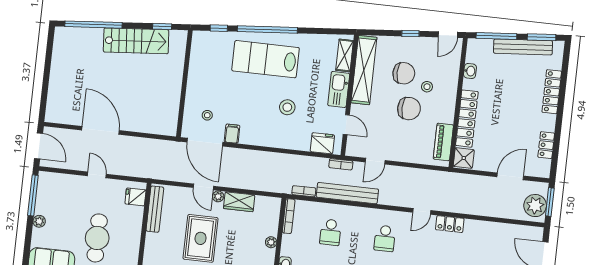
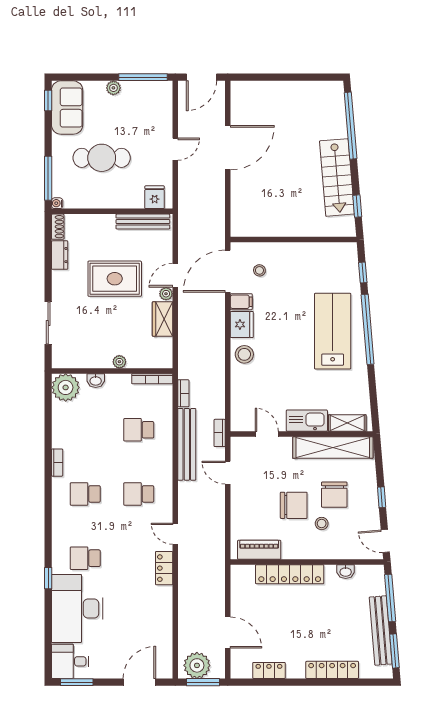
stool: (287, 107) -> (244, 354), moved
chair: (409, 109) -> (294, 505), turned -90
door: (346, 125) -> (267, 434), swing flipped
fridge: (322, 143) -> (242, 324), moved
shower: (464, 158) -> (243, 576), removed

